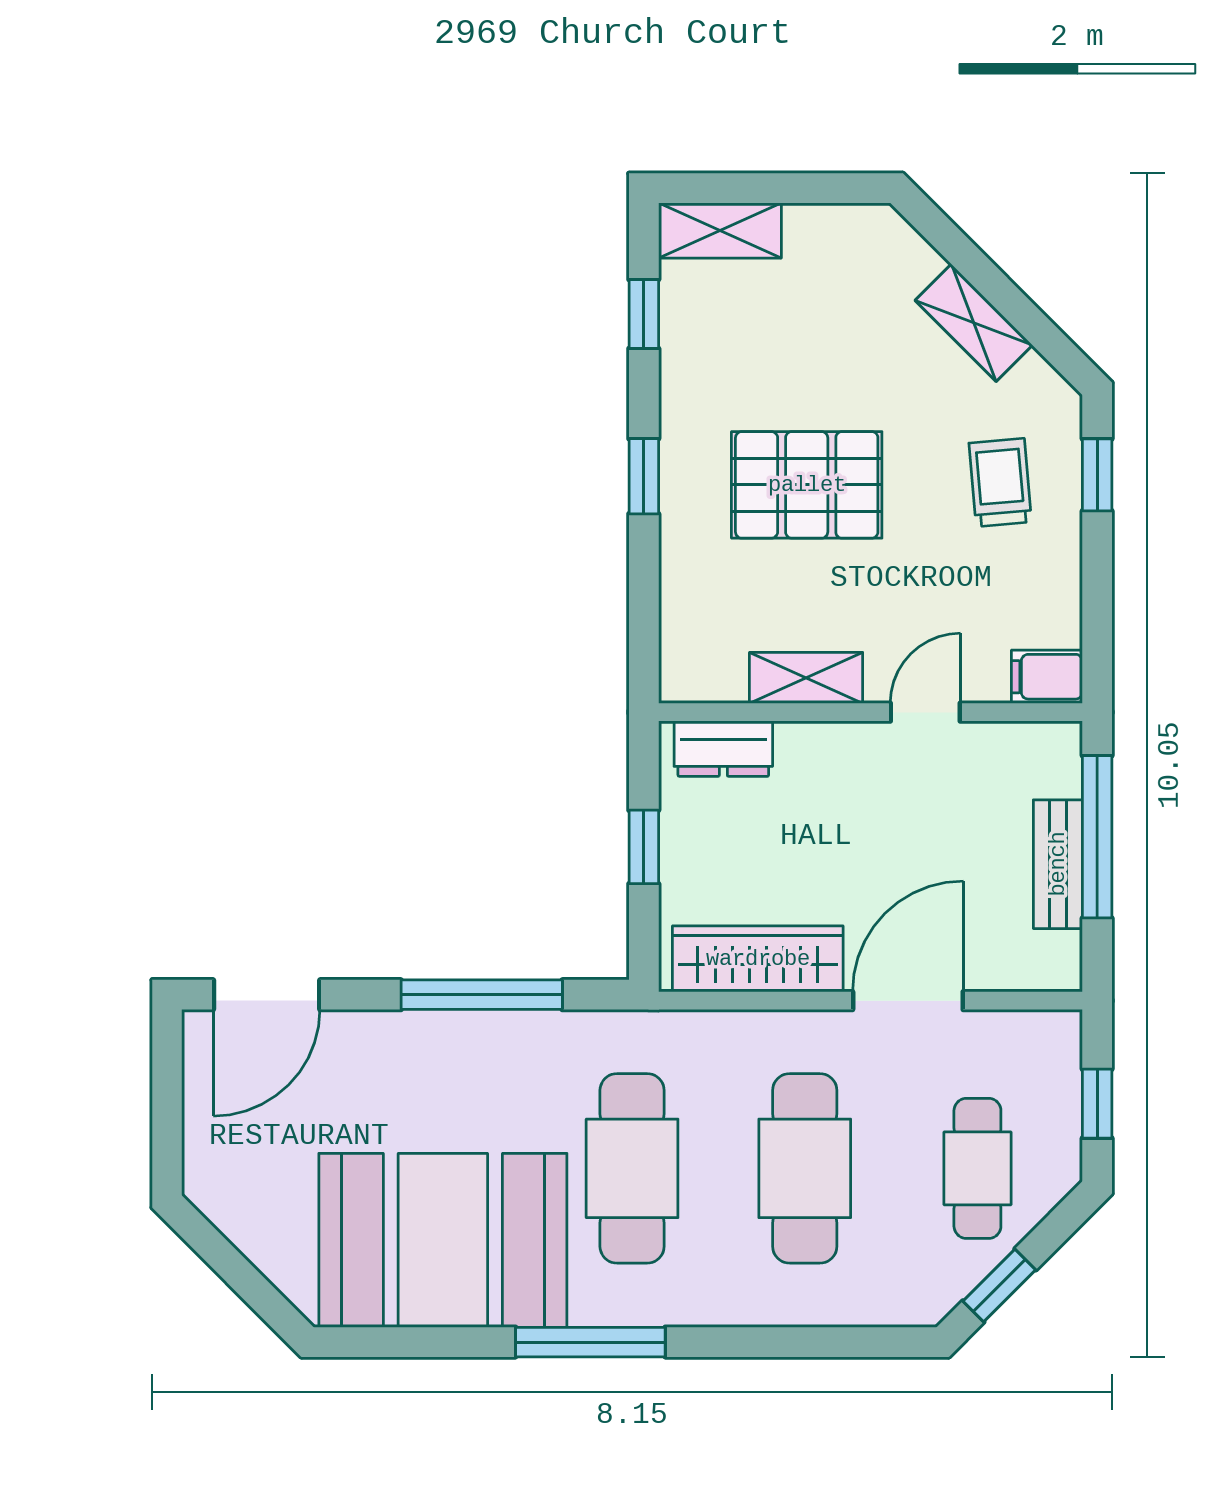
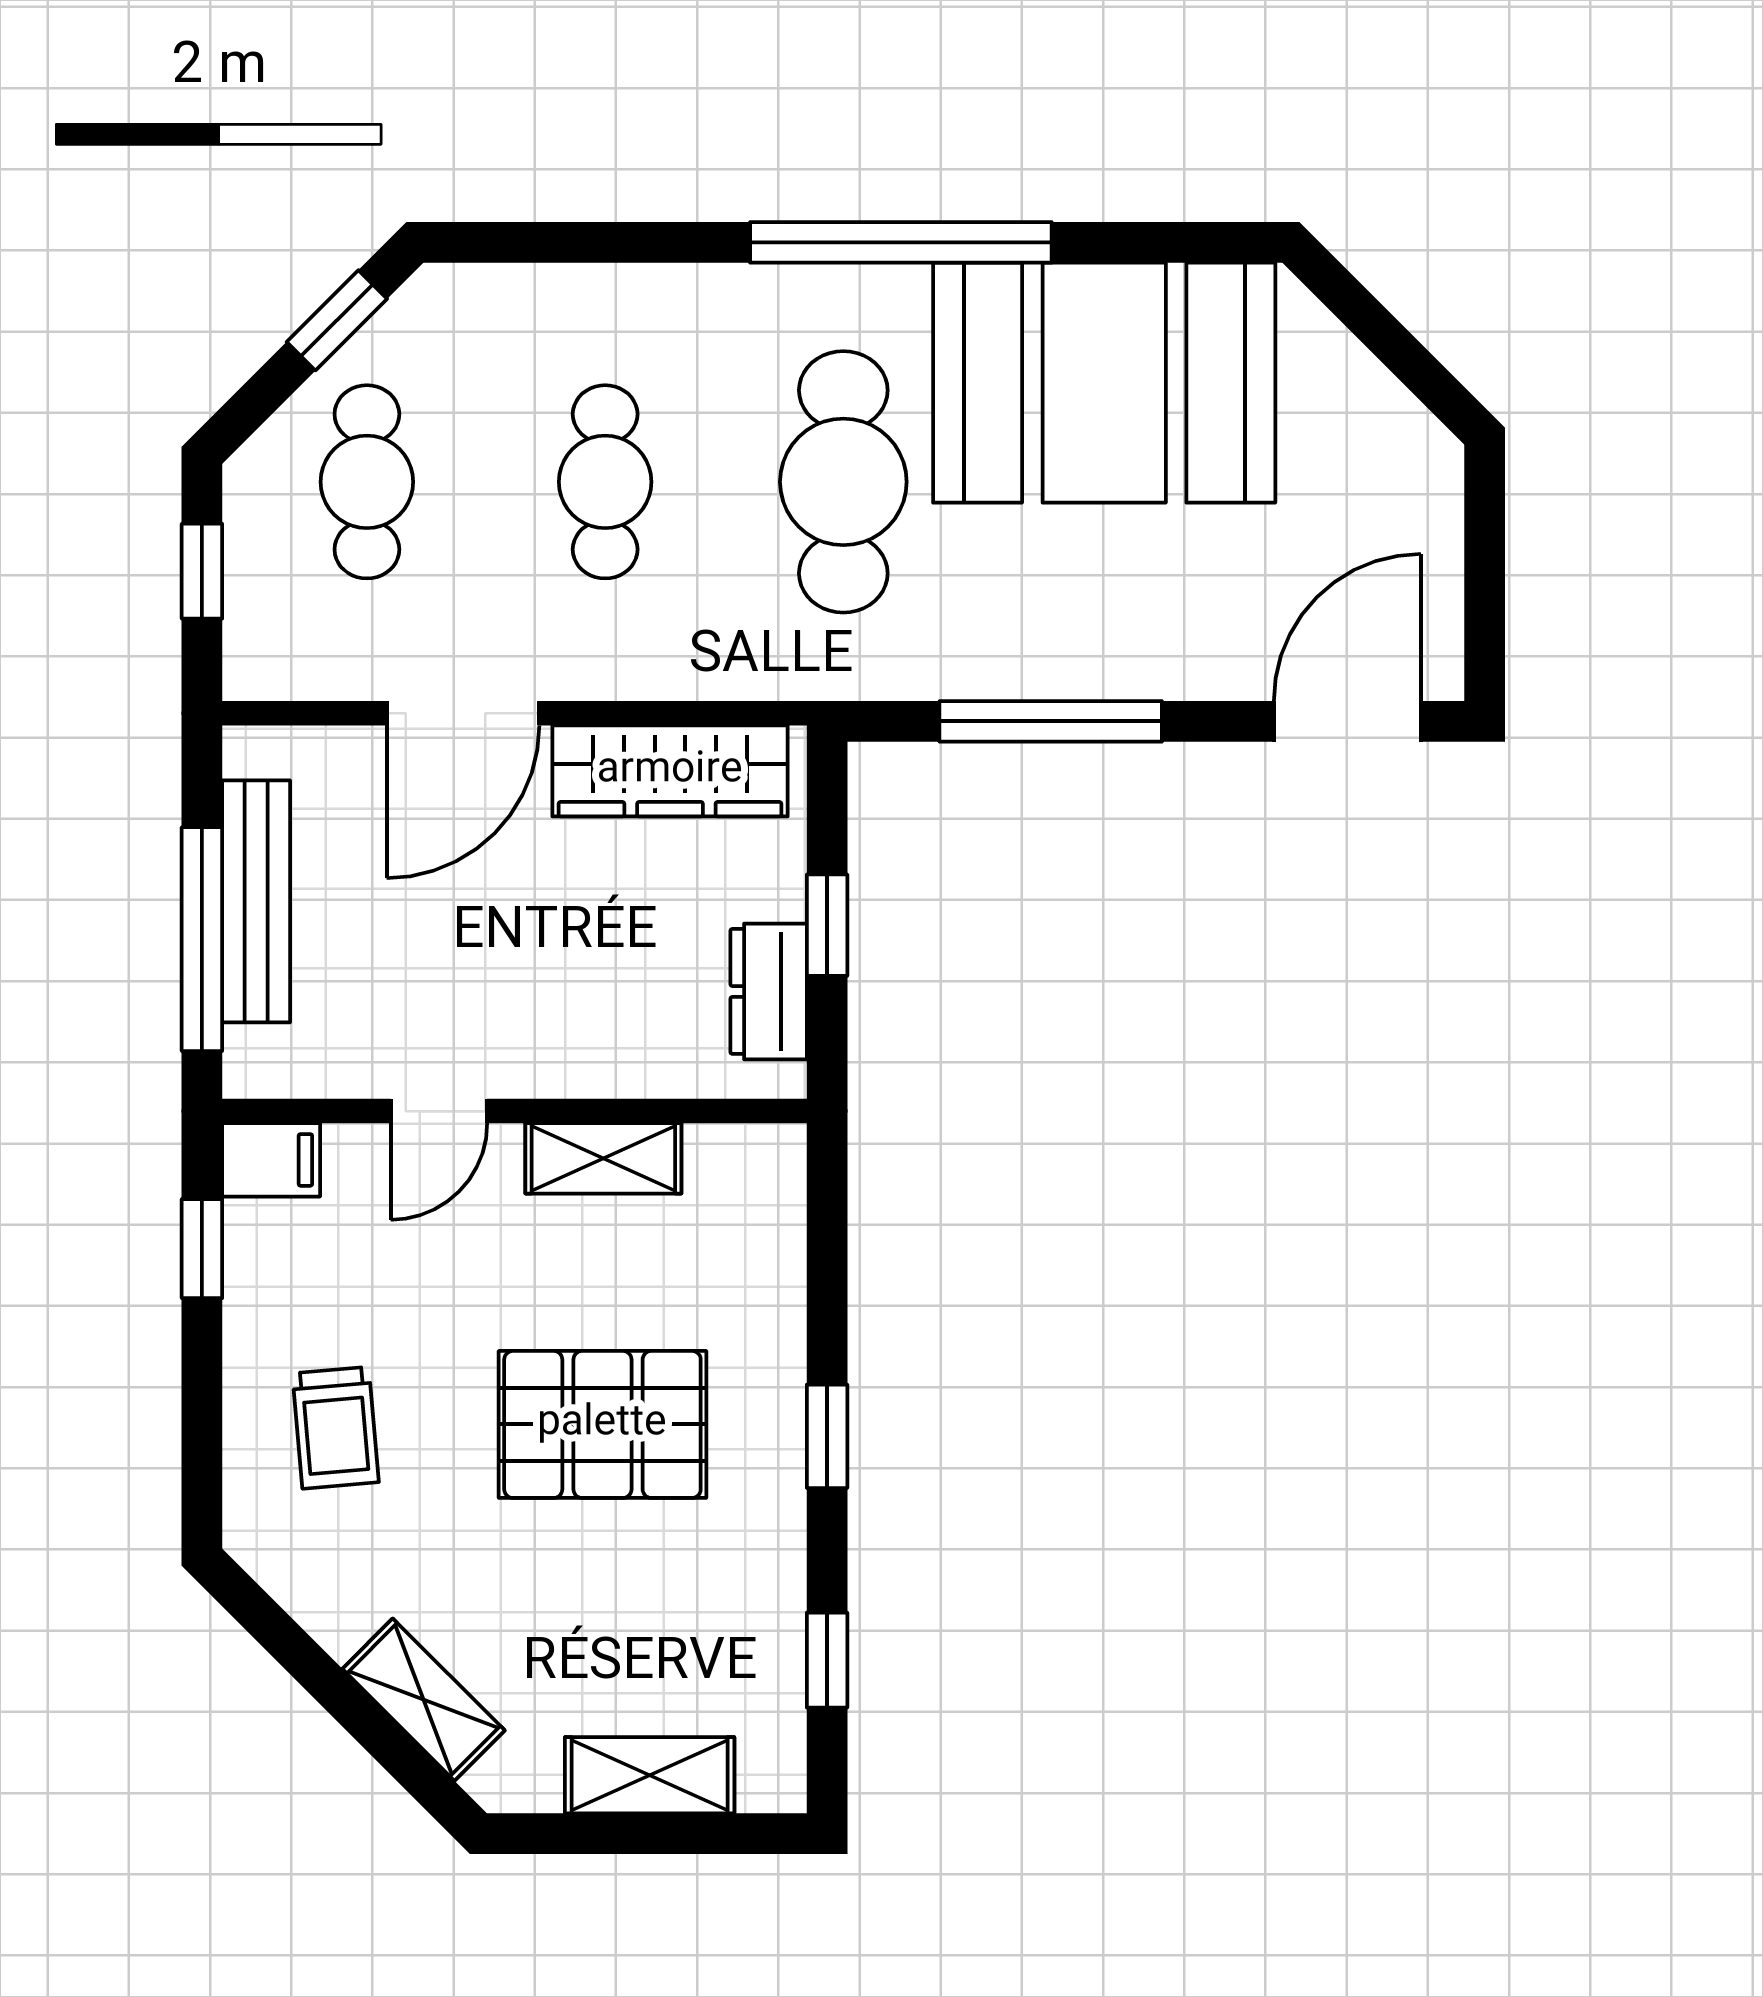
shelving: (720, 231) -> (650, 1775), moved
shelving: (974, 323) -> (424, 1700), moved
window: (1097, 475) -> (202, 1249), moved
dresser: (723, 749) -> (769, 991), moved, turned -90
bench: (1058, 864) -> (256, 901), width x1.36
cafe table: (805, 1168) -> (605, 482), width x0.73, depth x0.74
window: (590, 1342) -> (901, 242), width x1.46

